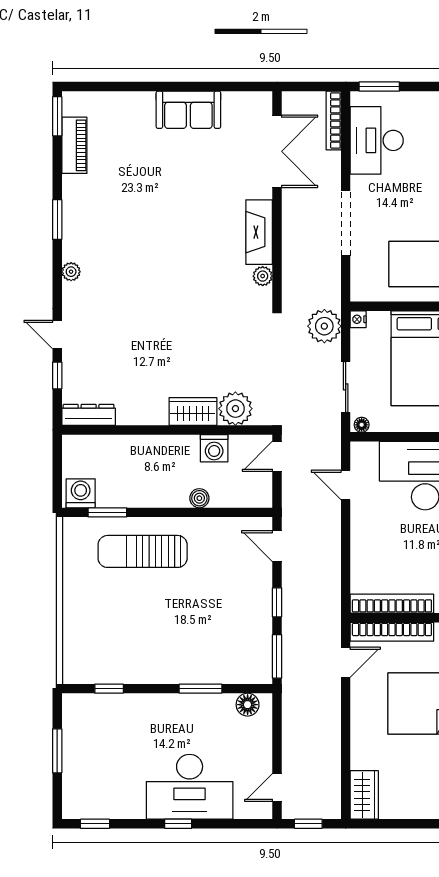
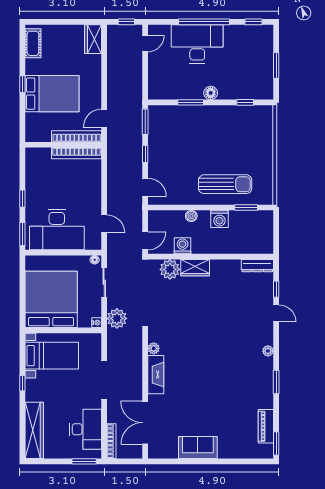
washing machine: (81, 493) -> (219, 219), moved
floor lamp: (248, 705) -> (211, 93), moved
window: (178, 824) -> (204, 22), width x3.17

